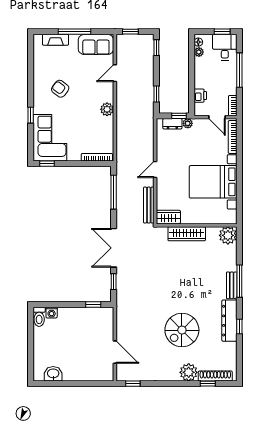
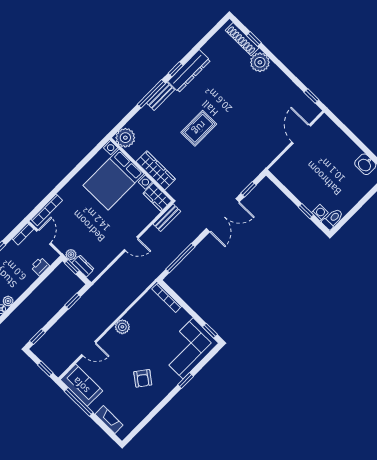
window: (75, 32) -> (79, 402), moved
bed with nightstands: (213, 182) -> (114, 179), moved, turned 90
bench: (149, 205) -> (167, 218), width x0.73
rug: (186, 289) -> (199, 128), added
window: (93, 304) -> (306, 211), moved
window: (239, 327) -> (176, 69), moved
spiral stairs: (182, 330) -> (233, 100), removed

